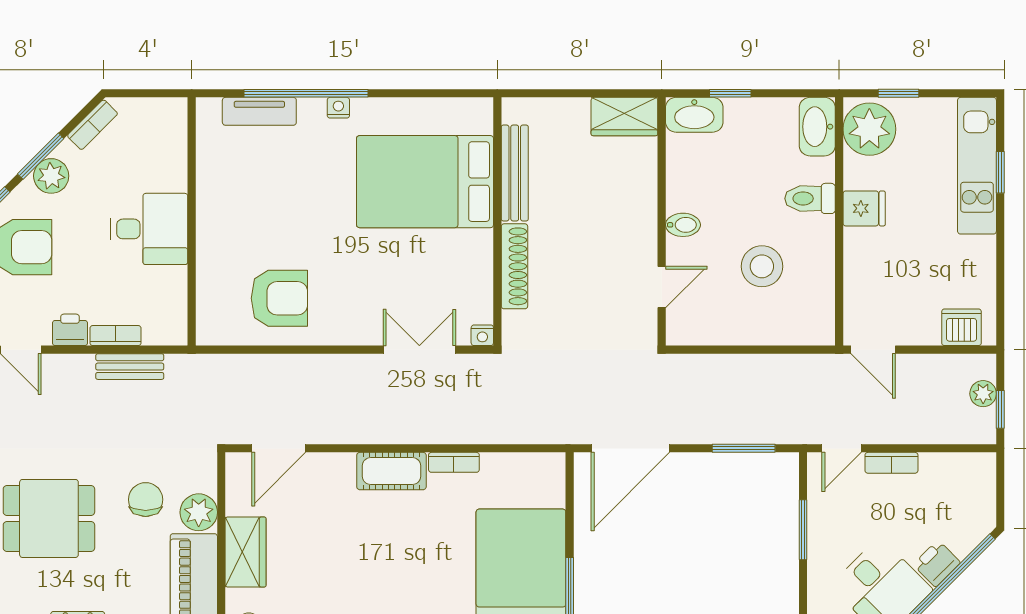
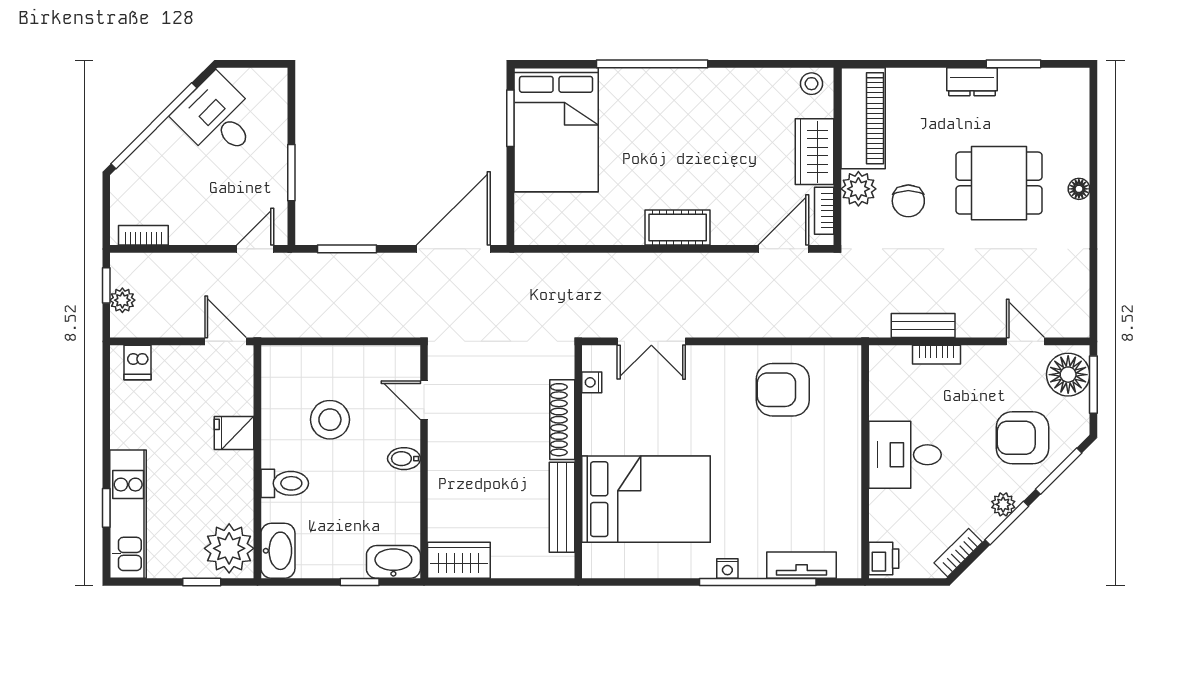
plant: (51, 176) -> (1003, 504), width x0.73, depth x0.73
fridge: (864, 208) -> (234, 433), moved
door: (662, 287) -> (424, 400), hinge flipped
dishwasher: (961, 327) -> (138, 362), width x0.73
printer: (70, 330) -> (884, 559), moved, turned -90
nightstand: (482, 335) -> (592, 382), moved, turned -90
bookcase: (454, 462) -> (824, 211), moved, turned -90
bookcase: (891, 463) -> (143, 235), moved
printer: (937, 564) -> (166, 141), removed

